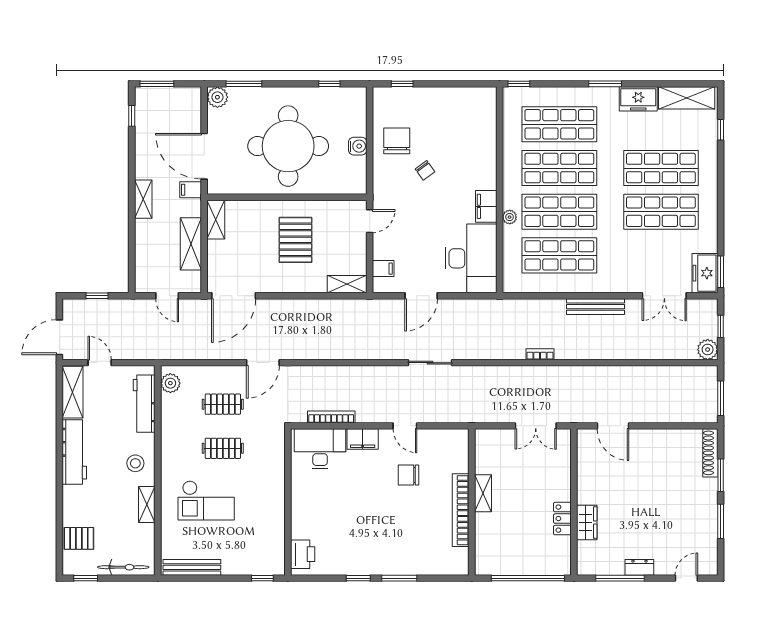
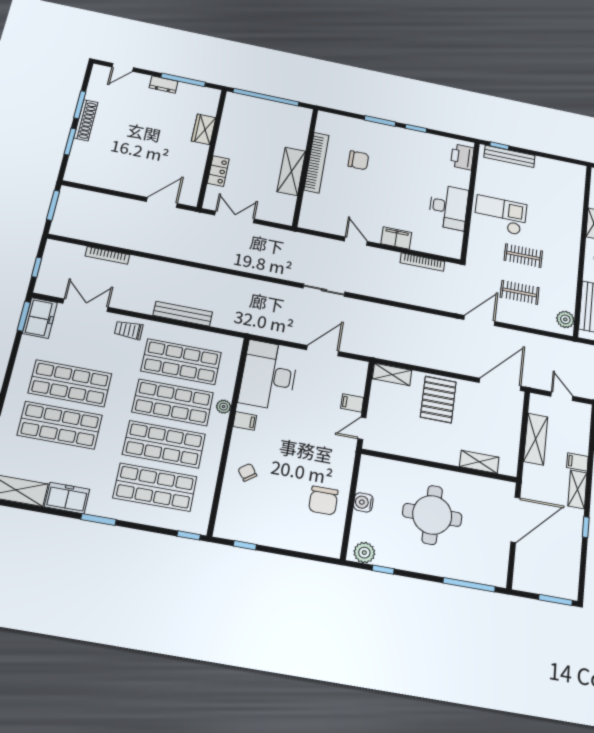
window: (244, 84) -> (469, 585), width x1.44
window: (402, 84) -> (245, 545), moved
plant: (217, 97) -> (364, 553), moved
window: (132, 116) -> (586, 527), moved
round table: (288, 146) -> (432, 515), width x0.73, depth x0.73
door: (204, 156) -> (515, 520), hinge flipped
chair: (425, 170) -> (247, 472), moved
filing cabinet: (191, 190) -> (577, 462), moved, turned 180
filing cabinet: (486, 206) -> (245, 421), width x0.50
shelving: (216, 220) -> (479, 462), moved, turned 90
pallet: (295, 240) -> (438, 399), moved
filing cabinet: (383, 269) -> (352, 403), moved
trolley: (617, 278) -> (129, 330), added
bench: (595, 307) -> (183, 314), moved
plant: (708, 350) -> (55, 249), removed
bookcase: (540, 354) -> (107, 255), moved, width x1.56
door: (613, 426) -> (162, 203), hinge flipped
desk: (320, 449) -> (449, 207), moved, turned -90
shoe rack: (710, 453) -> (86, 120), moved
chair: (408, 475) -> (358, 160), moved
shelving: (483, 493) -> (291, 171), width x1.50, depth x1.33
checkout: (206, 500) -> (500, 215), moved
locker: (562, 519) -> (218, 171), moved
bench: (192, 567) -> (510, 156), moved

